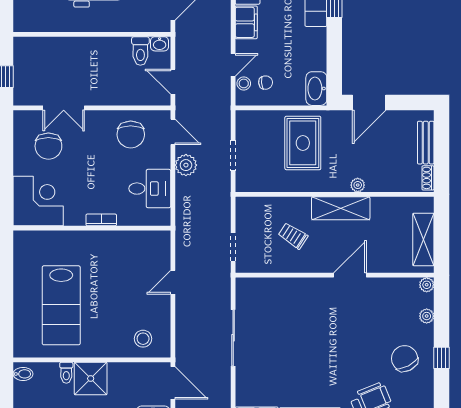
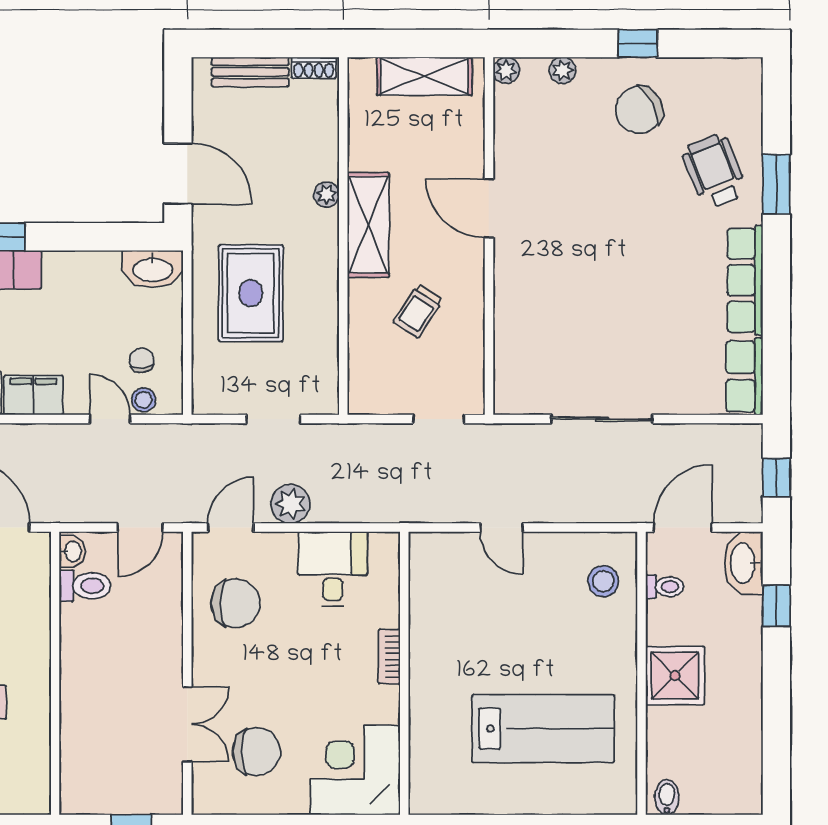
rug: (303, 143) -> (251, 293), turned 90
toilet: (66, 373) -> (665, 587), moved

